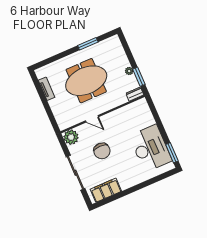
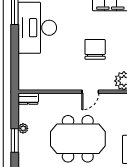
window: (139, 77) -> (15, 140), moved
door: (92, 119) -> (90, 92), swing flipped

